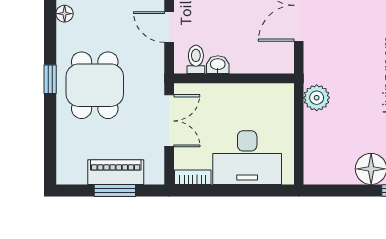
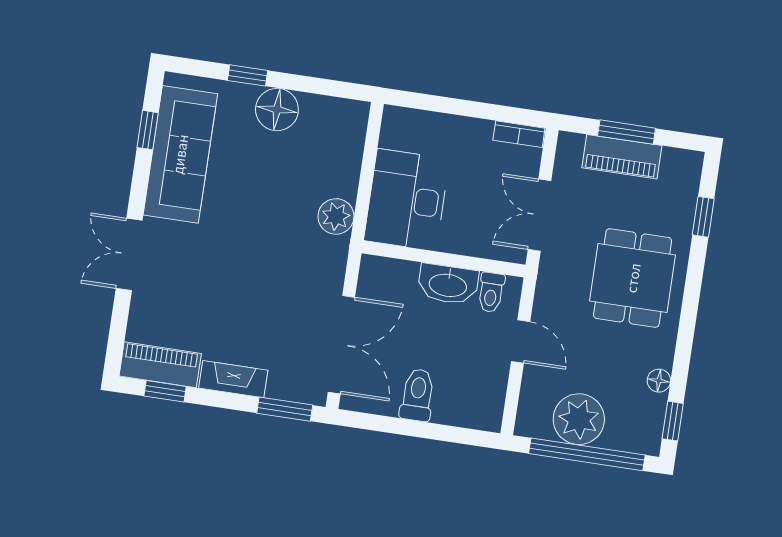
washbasin: (218, 65) -> (448, 284), width x1.91, depth x1.45
window: (50, 79) -> (703, 217), moved
desk: (247, 158) -> (407, 200), moved, turned -90

